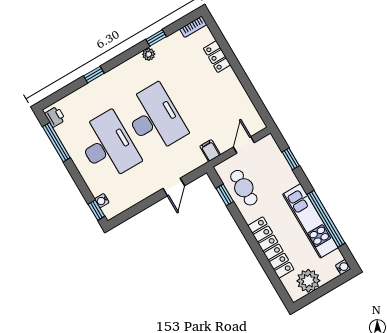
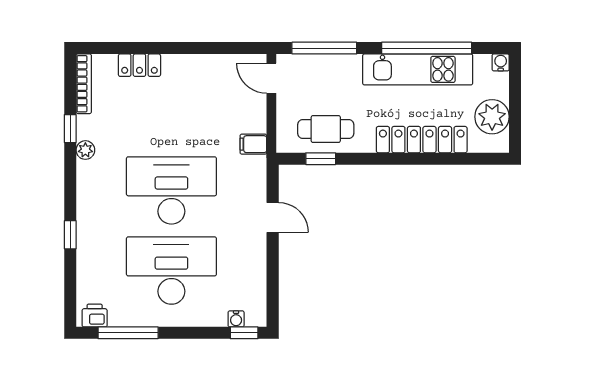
bookcase: (193, 27) -> (84, 84), width x1.56
door: (244, 145) -> (271, 78), moved
window: (291, 159) -> (324, 48), width x2.17

